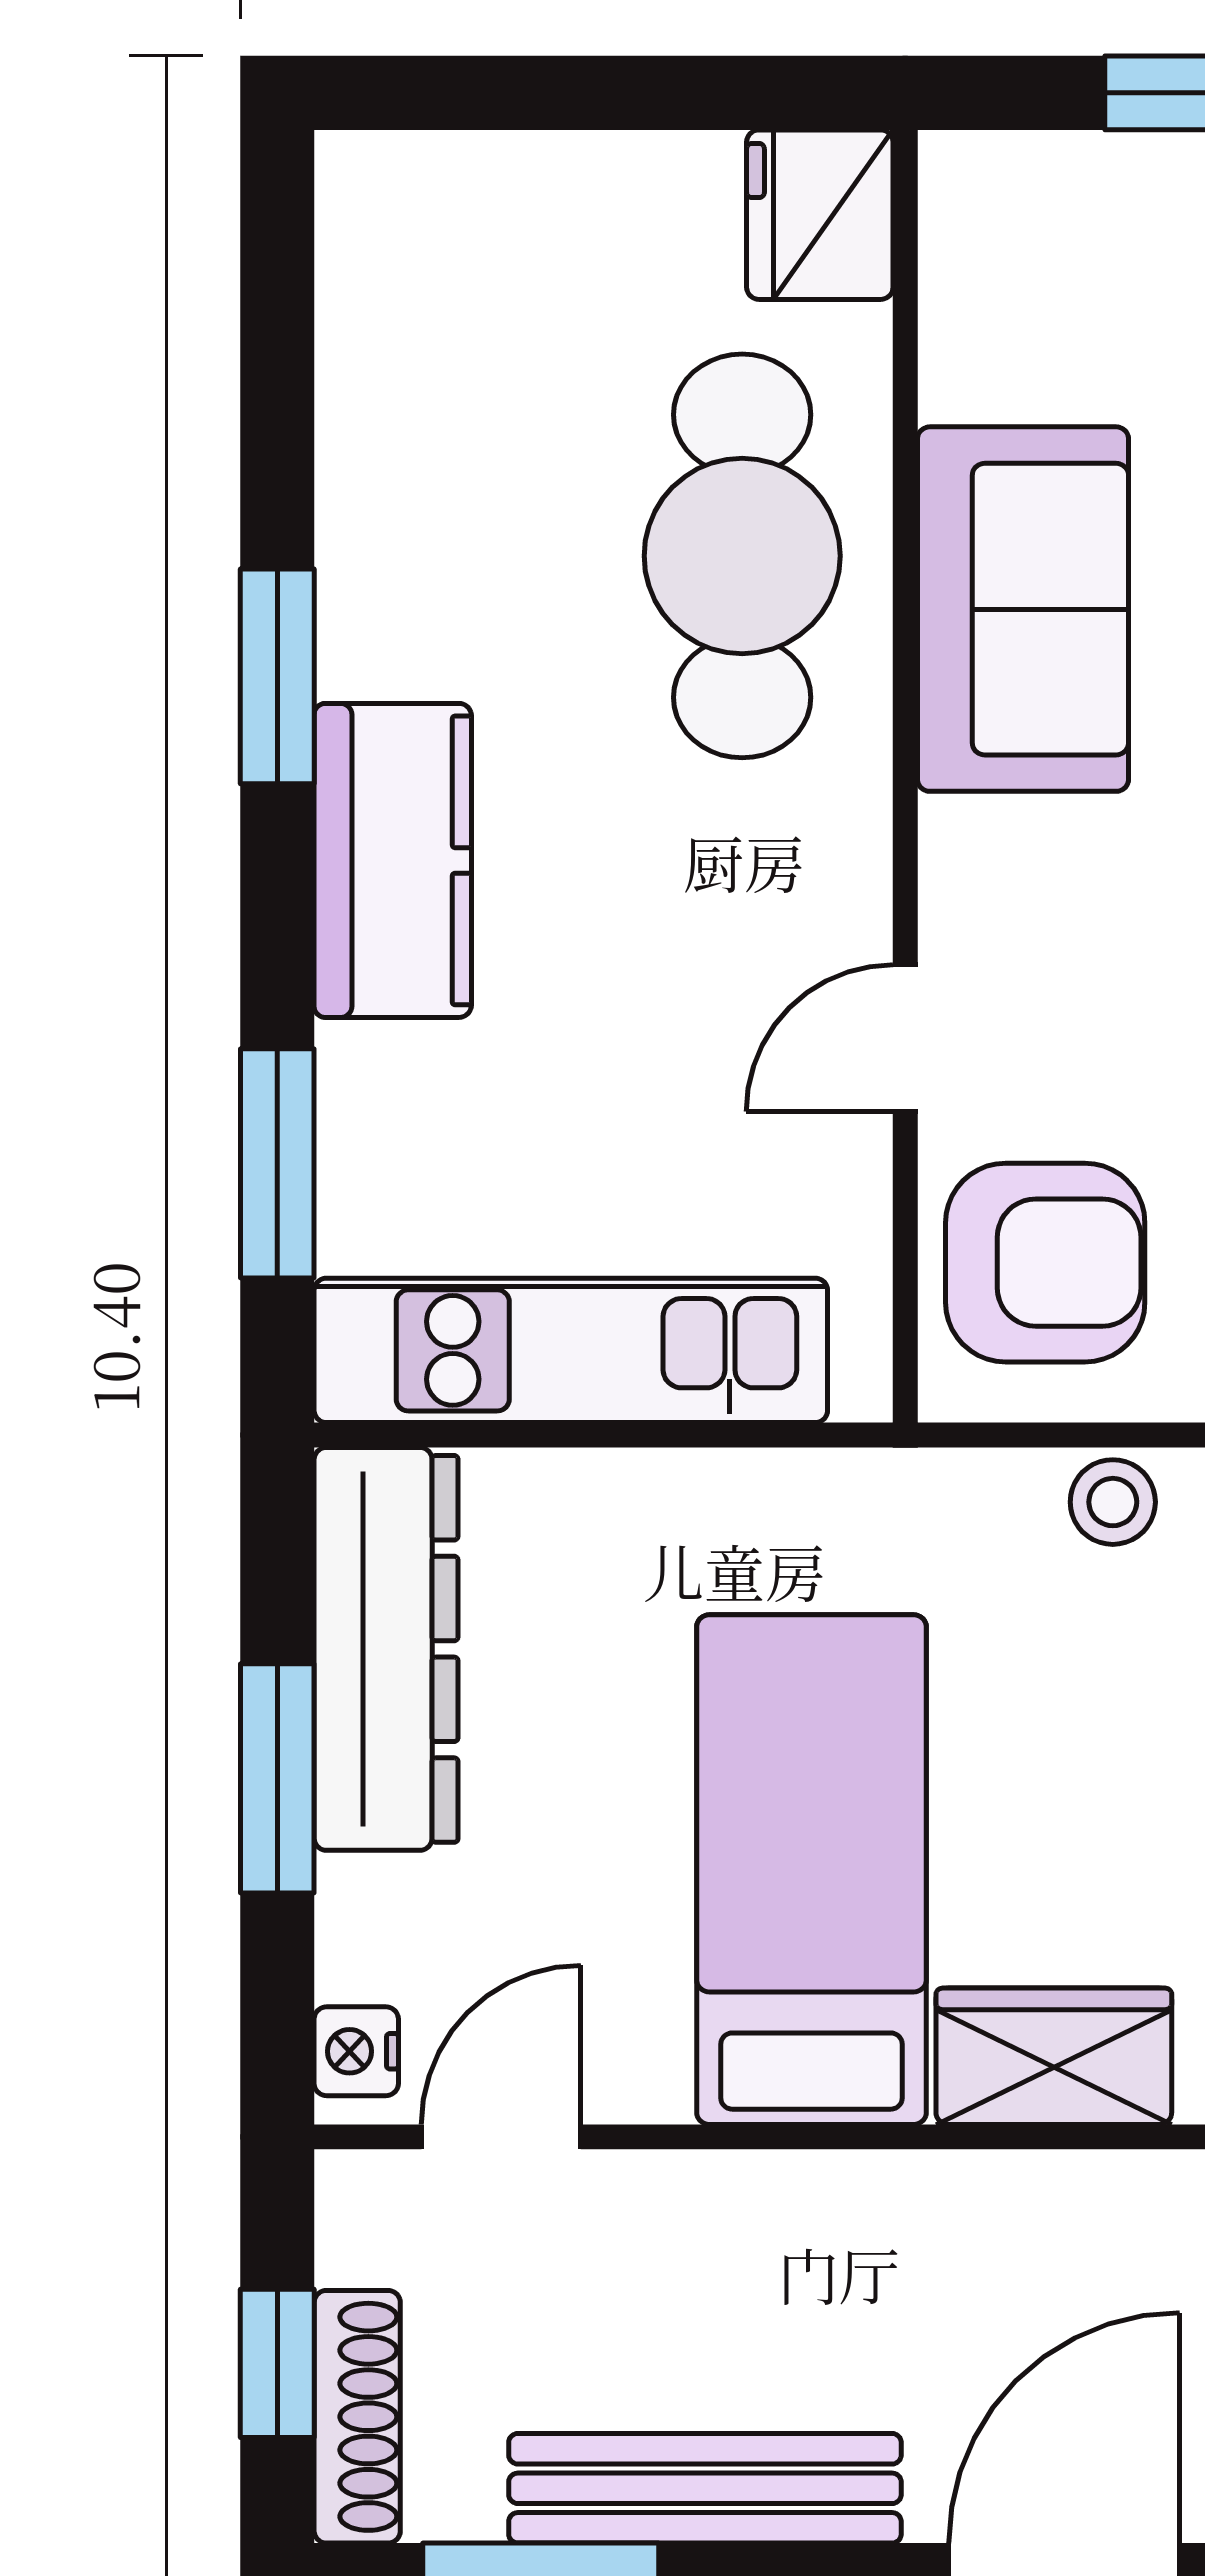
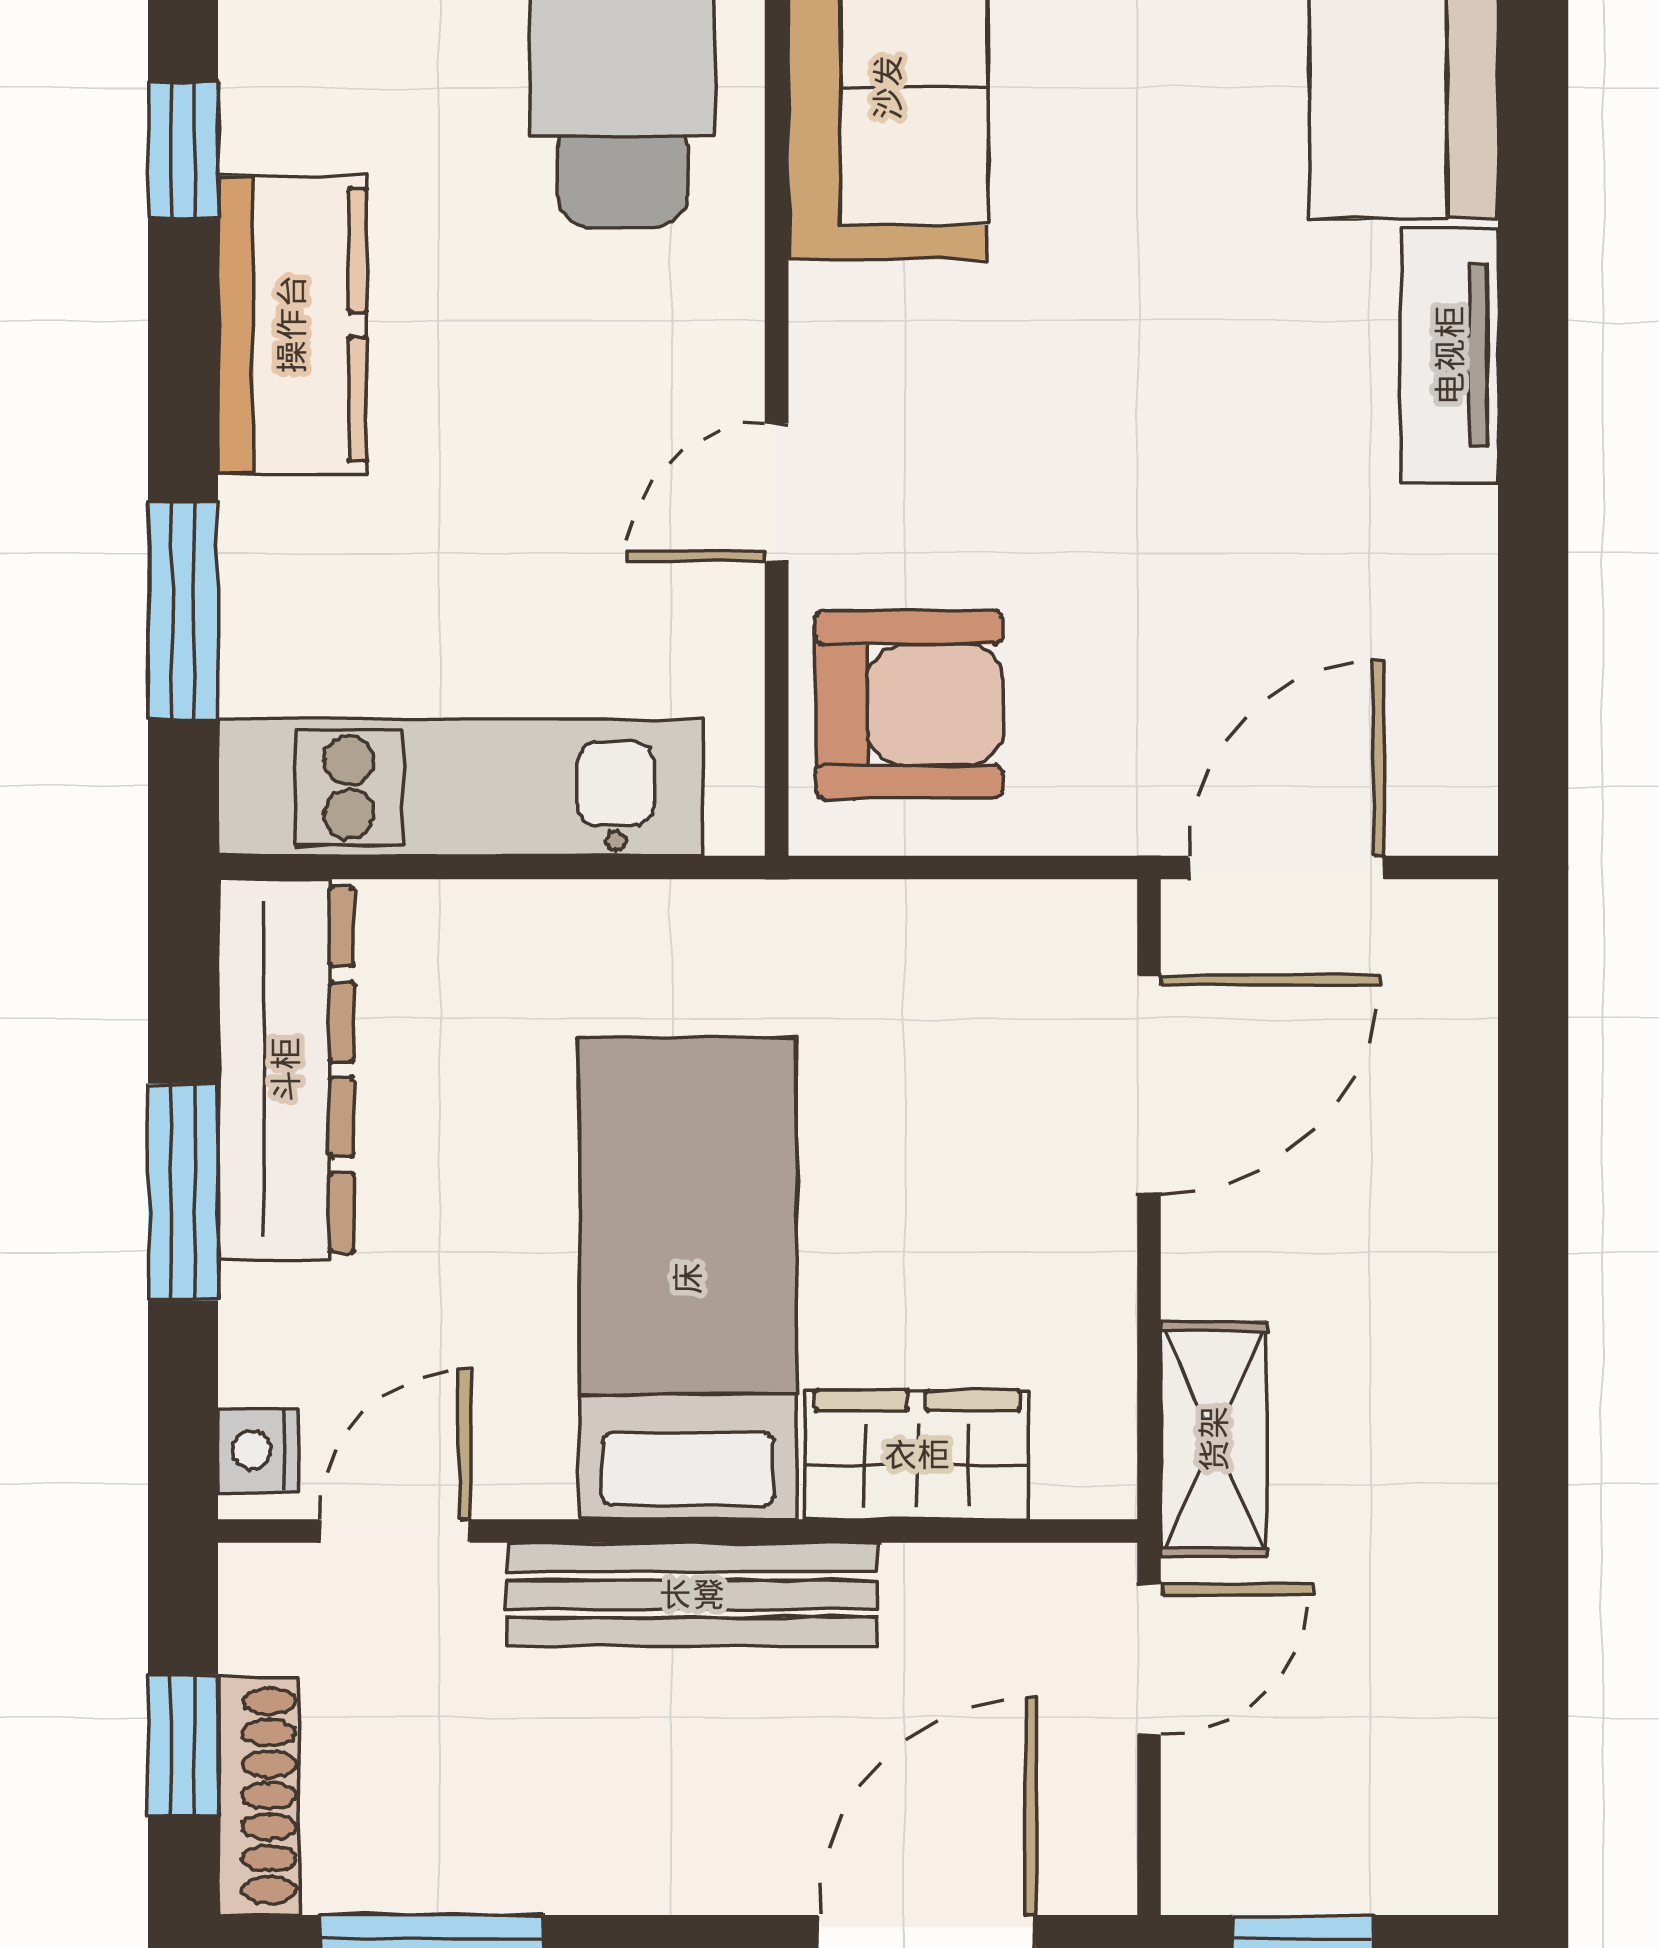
window: (277, 676) -> (183, 151), width x0.67
stool: (1113, 1502) -> (973, 931), removed
bench: (705, 2488) -> (692, 1595), moved

